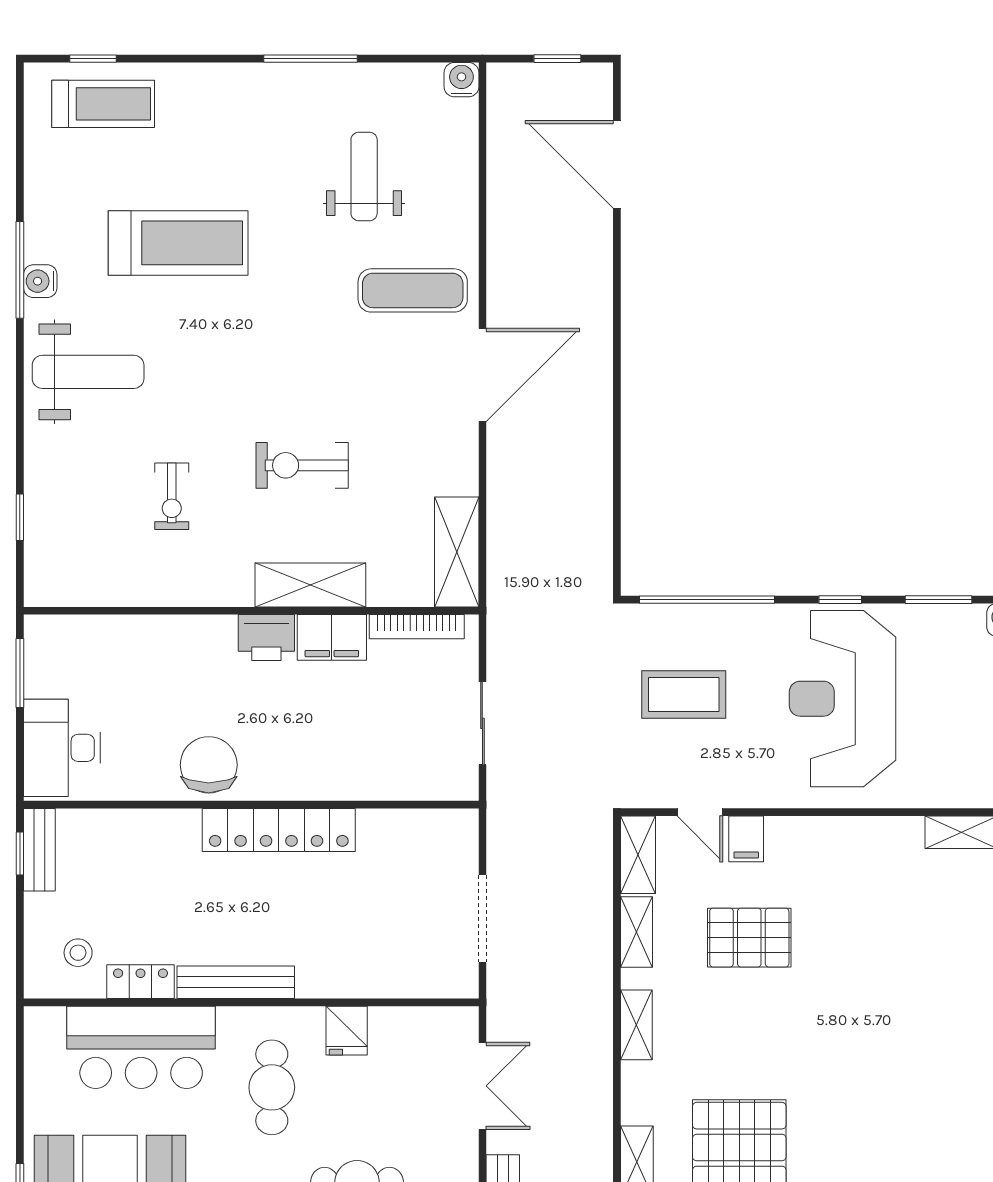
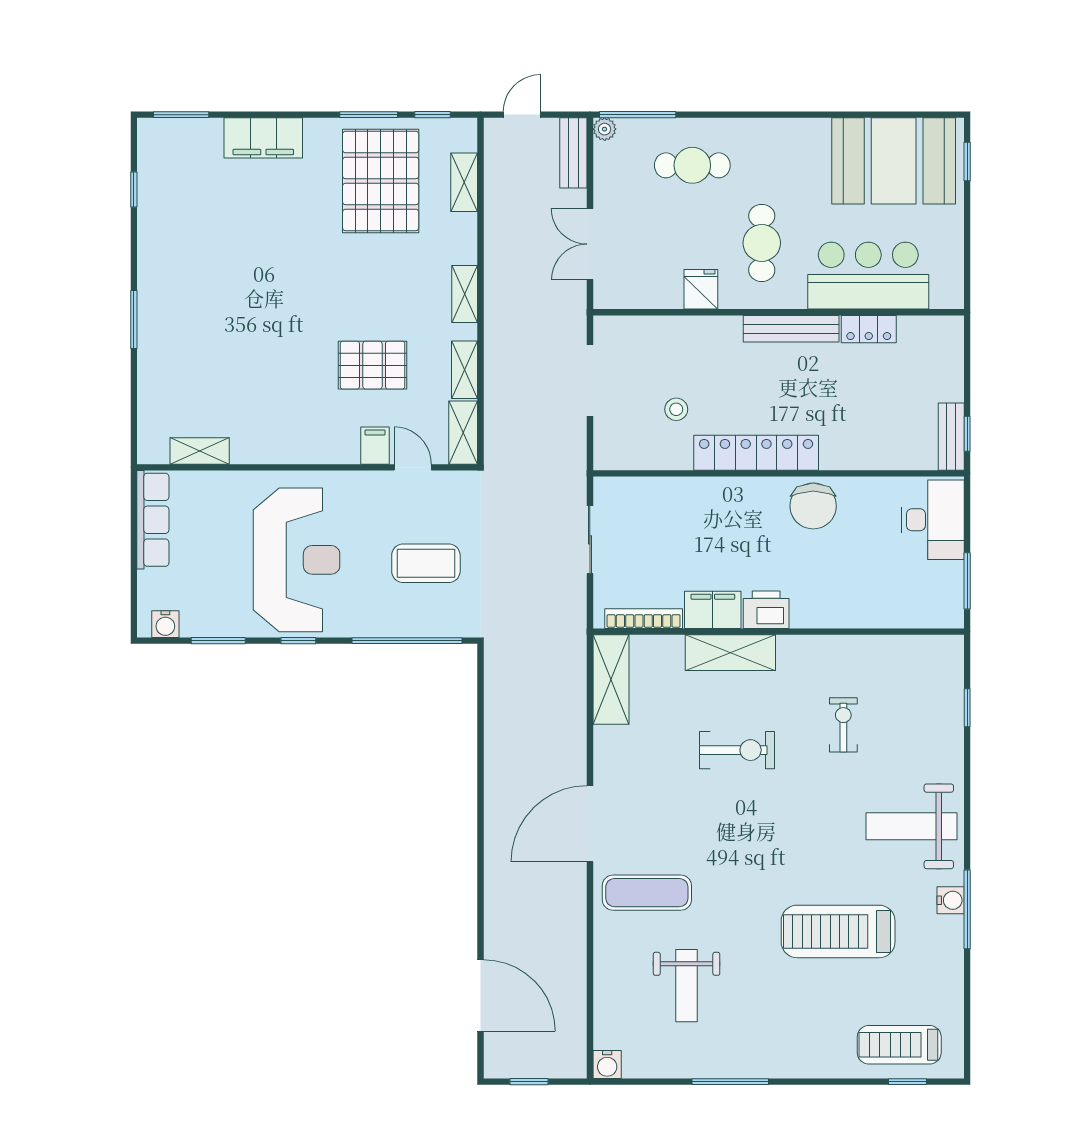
stool: (78, 953) -> (676, 409), moved

